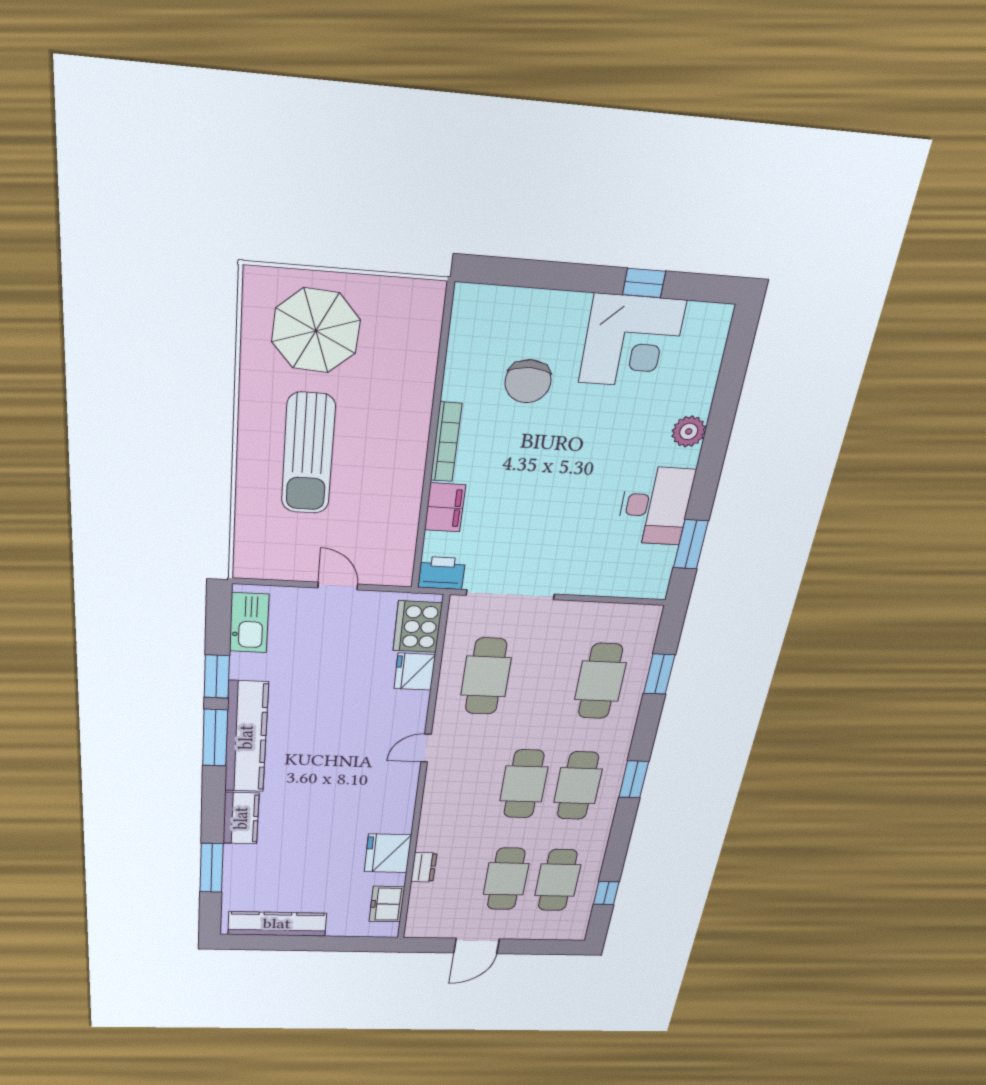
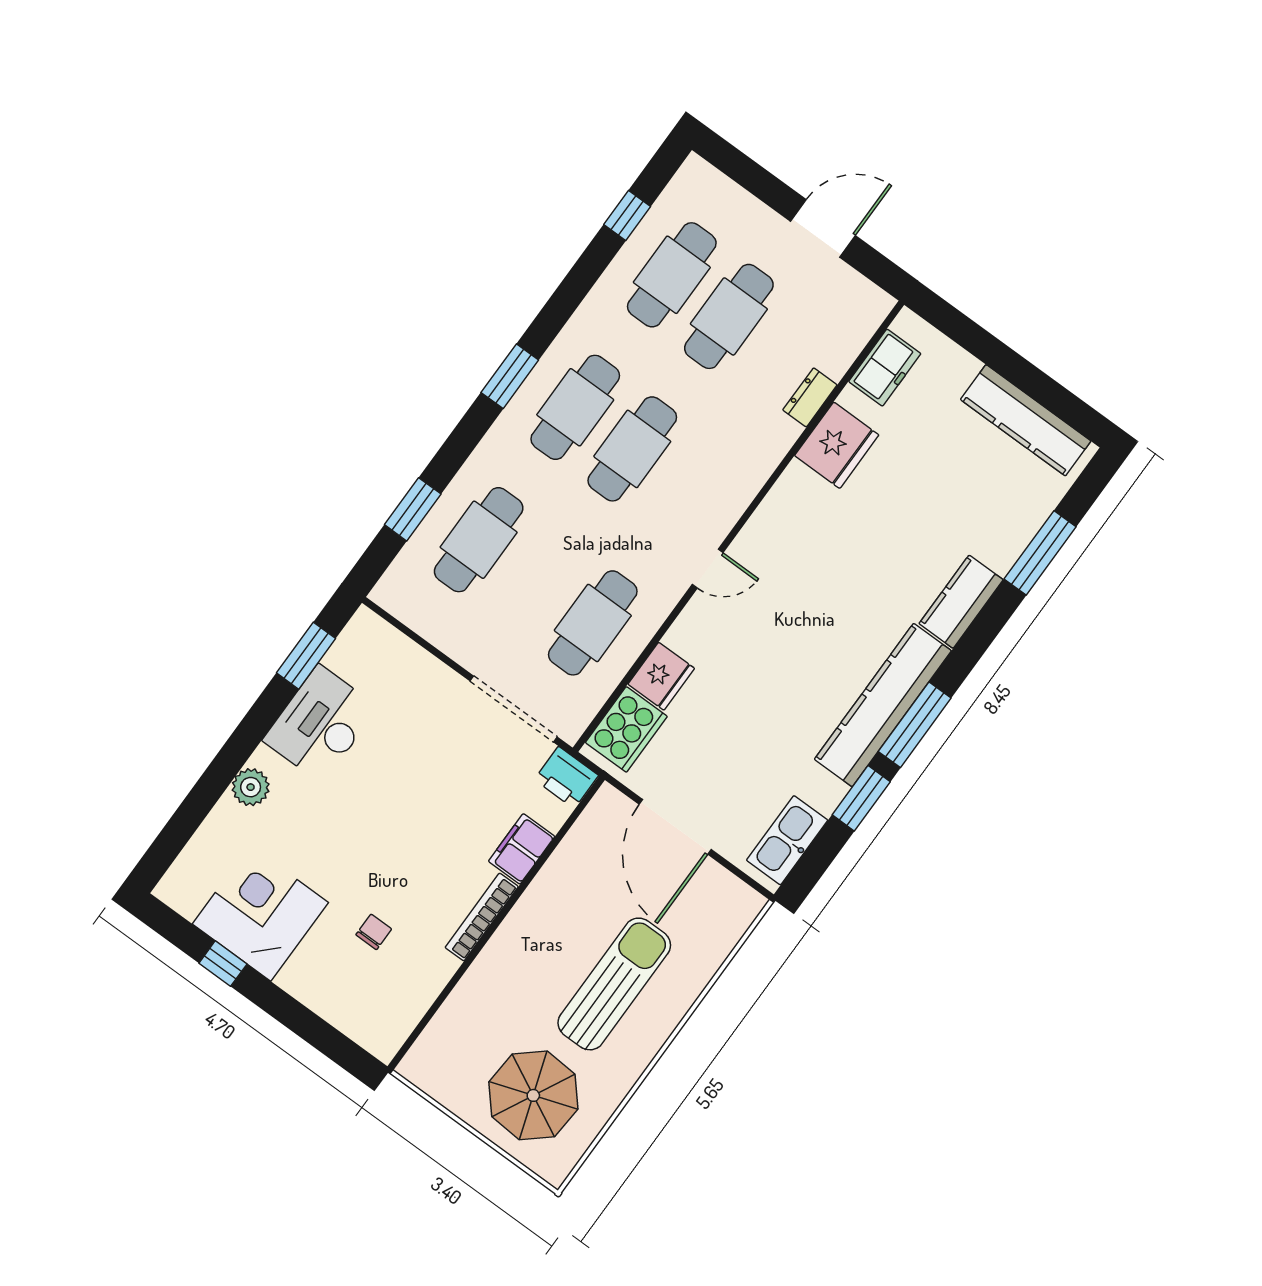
chair: (528, 381) -> (374, 932), width x0.54, depth x0.54
door: (338, 586) -> (675, 827), width x1.88

